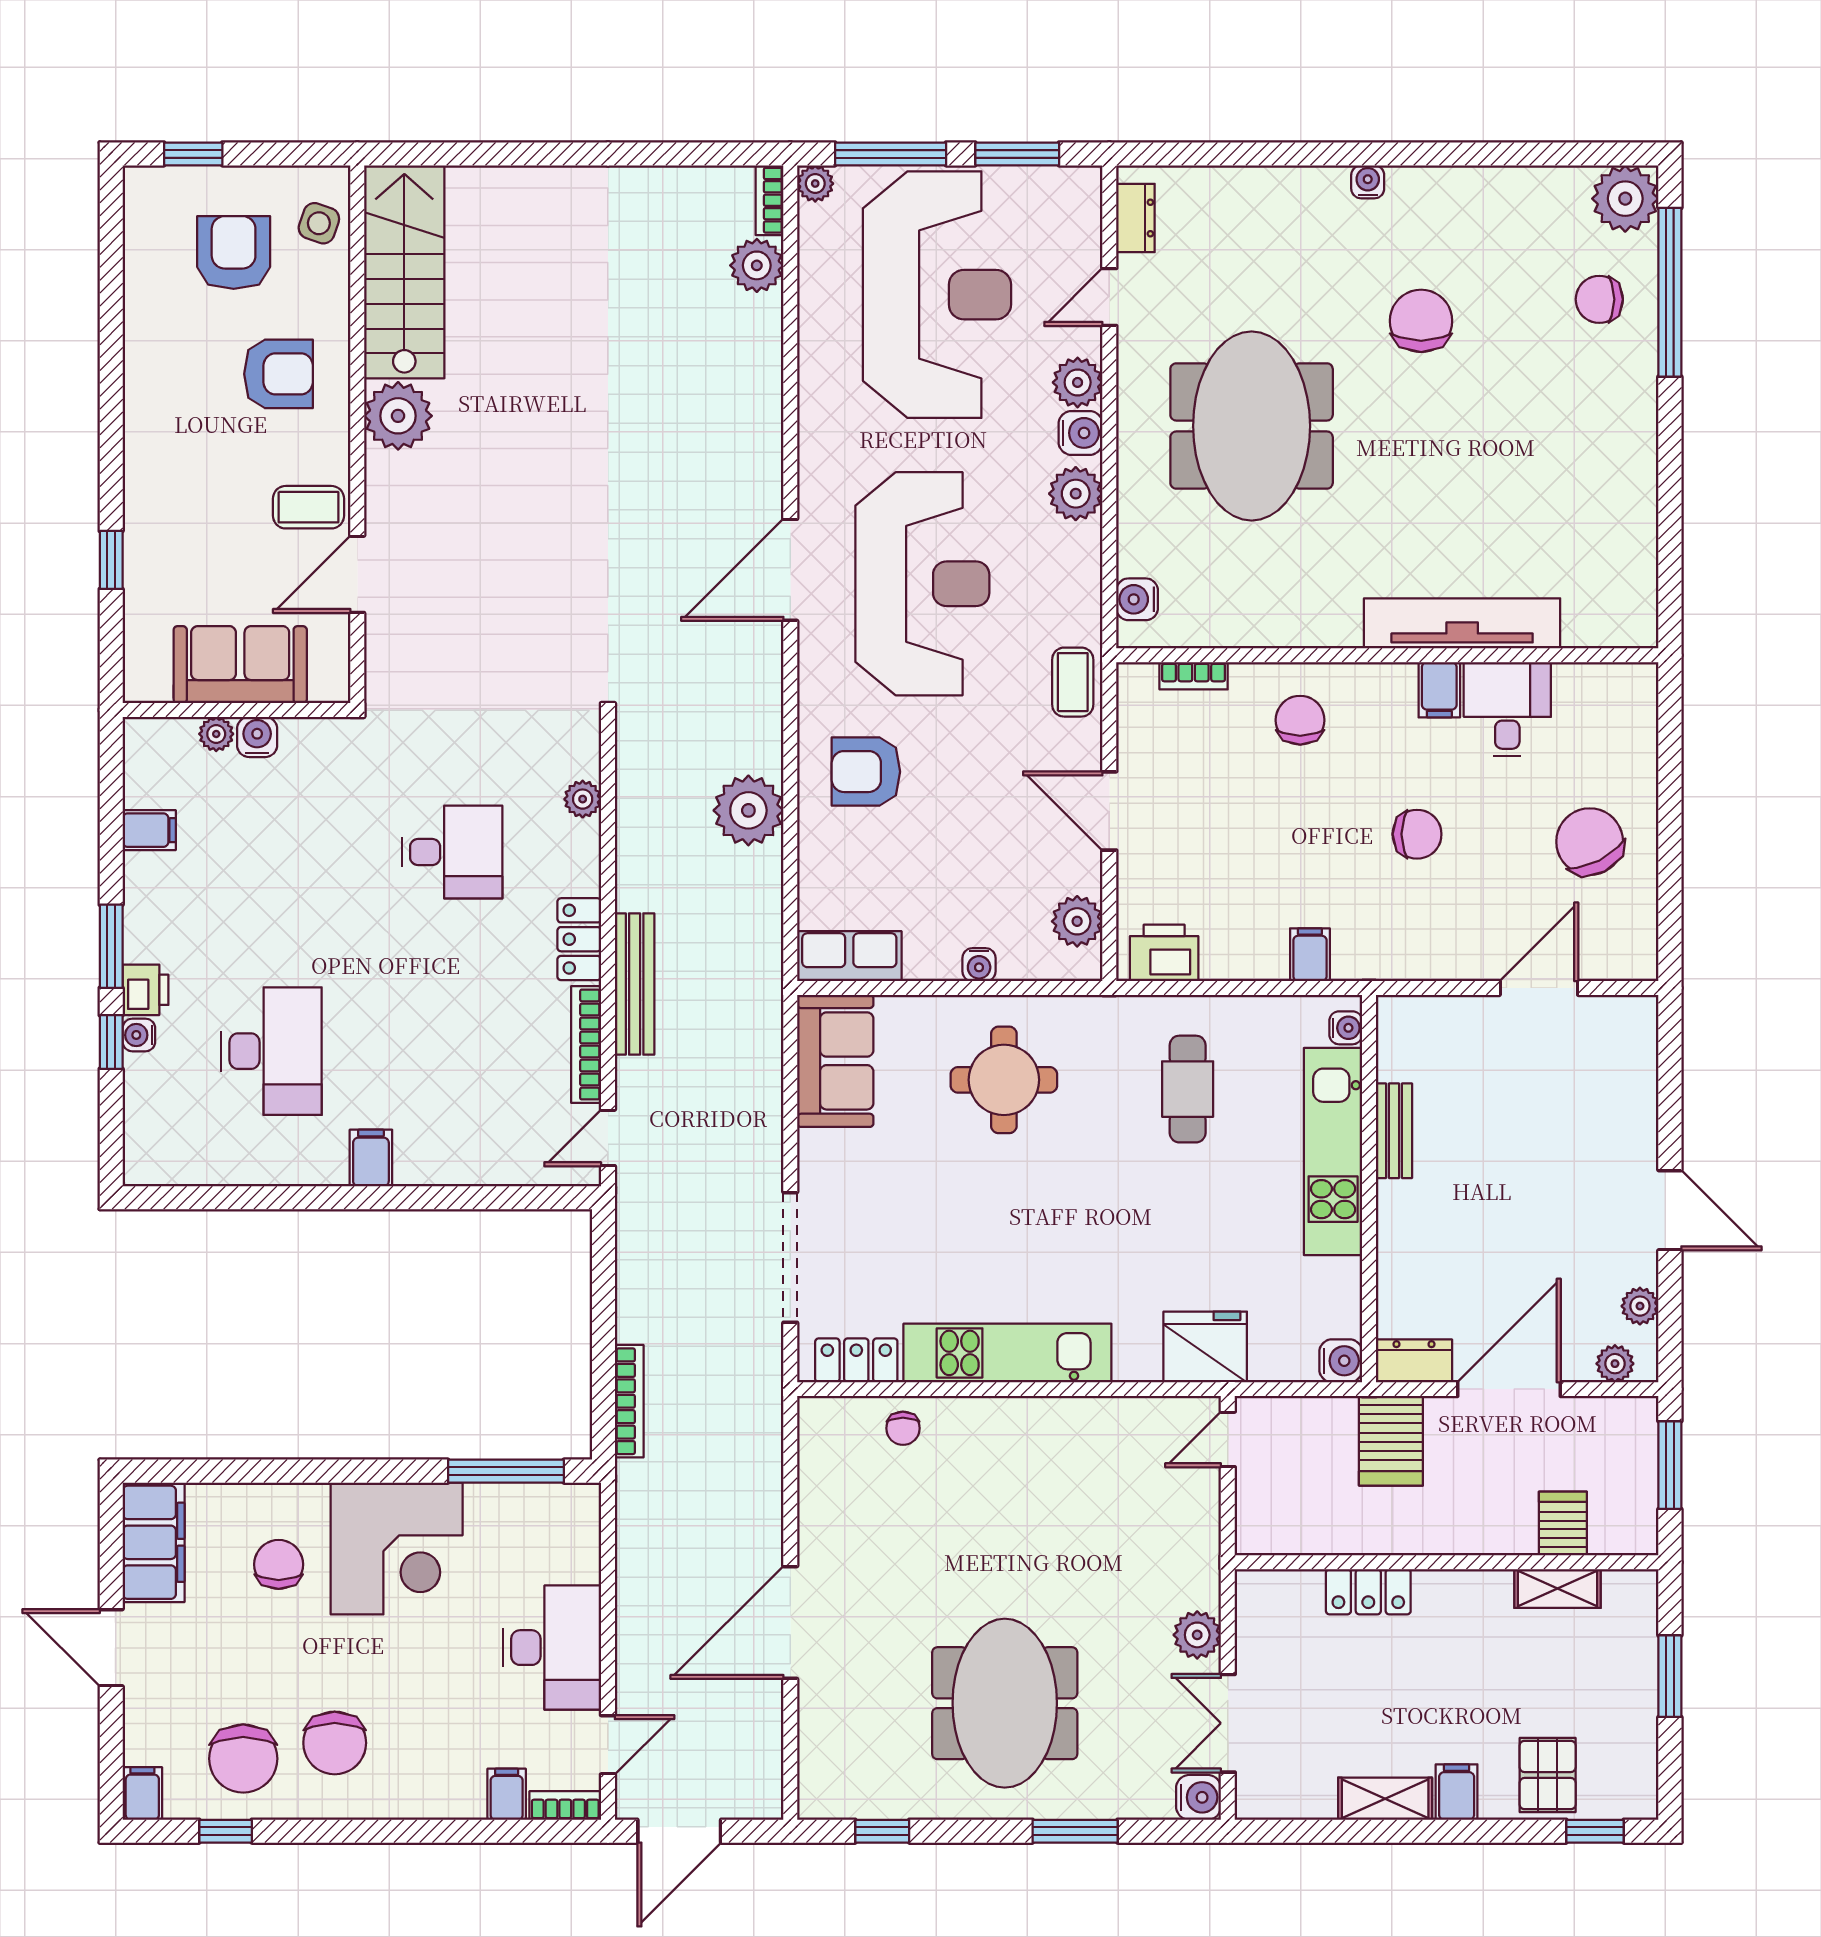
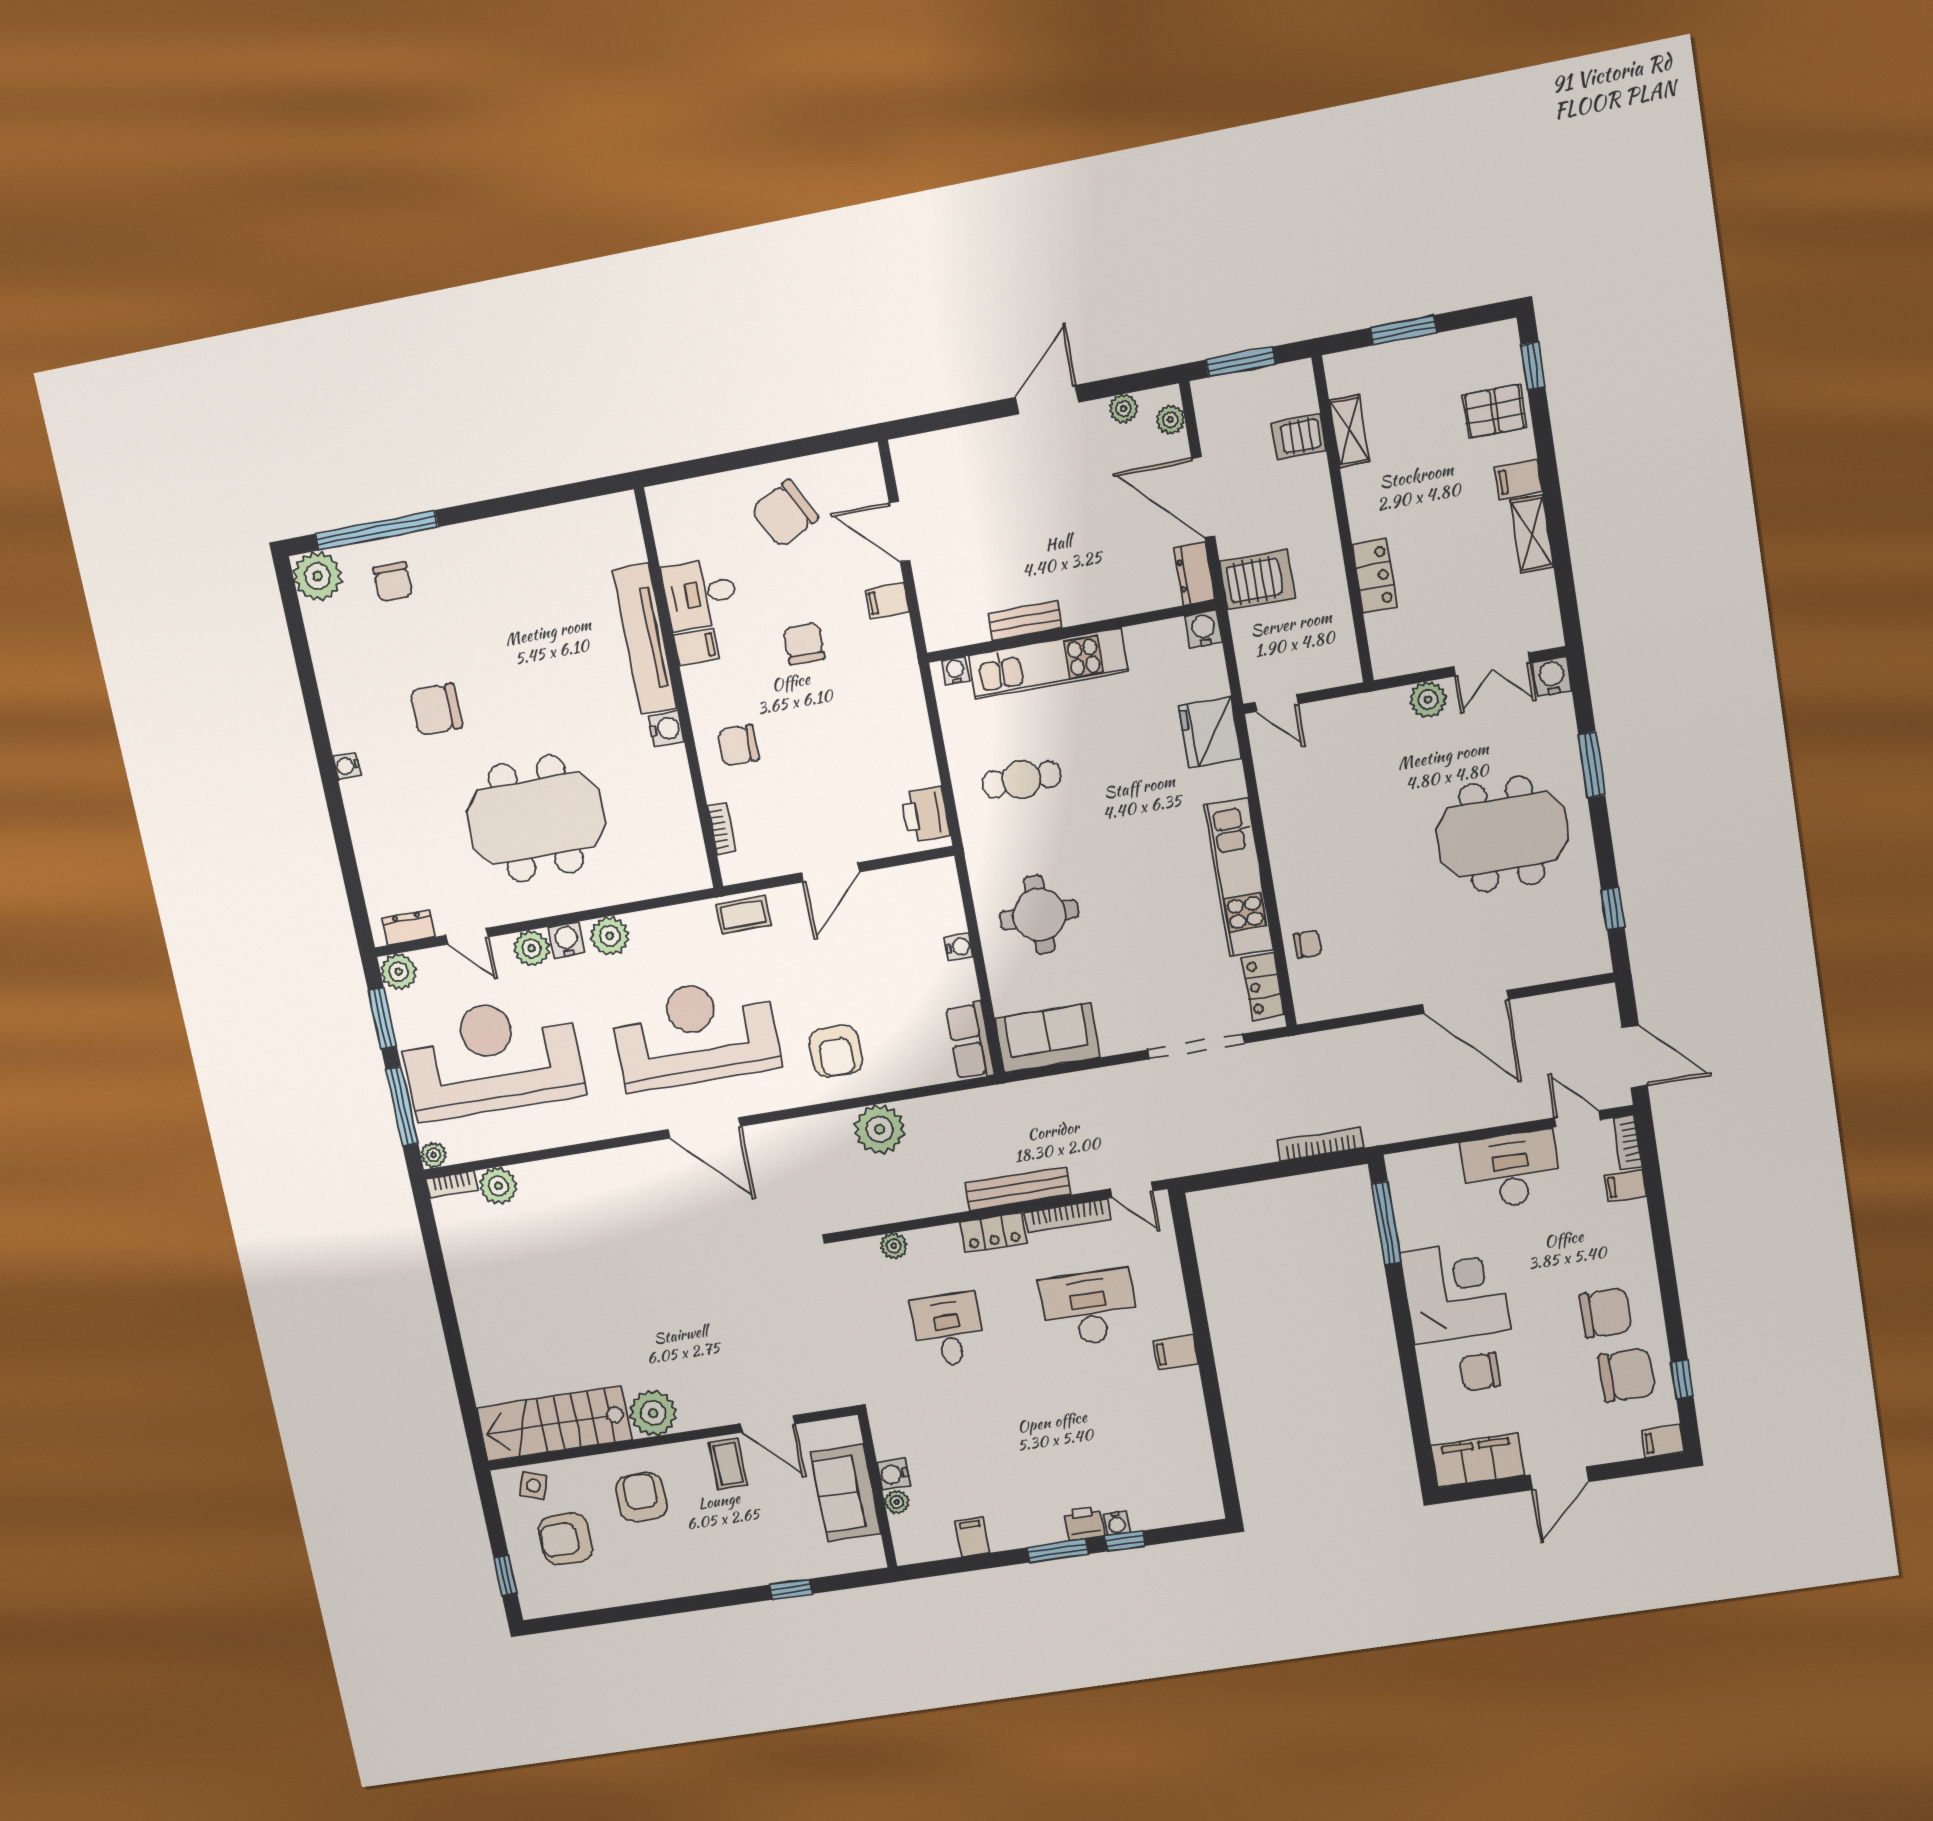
water cooler: (1137, 599) -> (666, 729), moved, turned -90
plant: (1077, 921) -> (399, 972), moved
filing cabinet: (1310, 955) -> (887, 601), moved
desk: (272, 1051) -> (1089, 1308), moved

